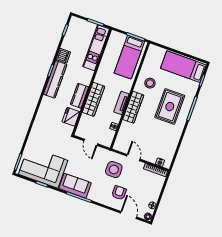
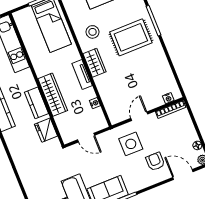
wardrobe: (133, 107) -> (95, 63), width x0.67
rug: (170, 107) -> (131, 37), turned 90
door: (133, 158) -> (139, 116), hinge flipped

